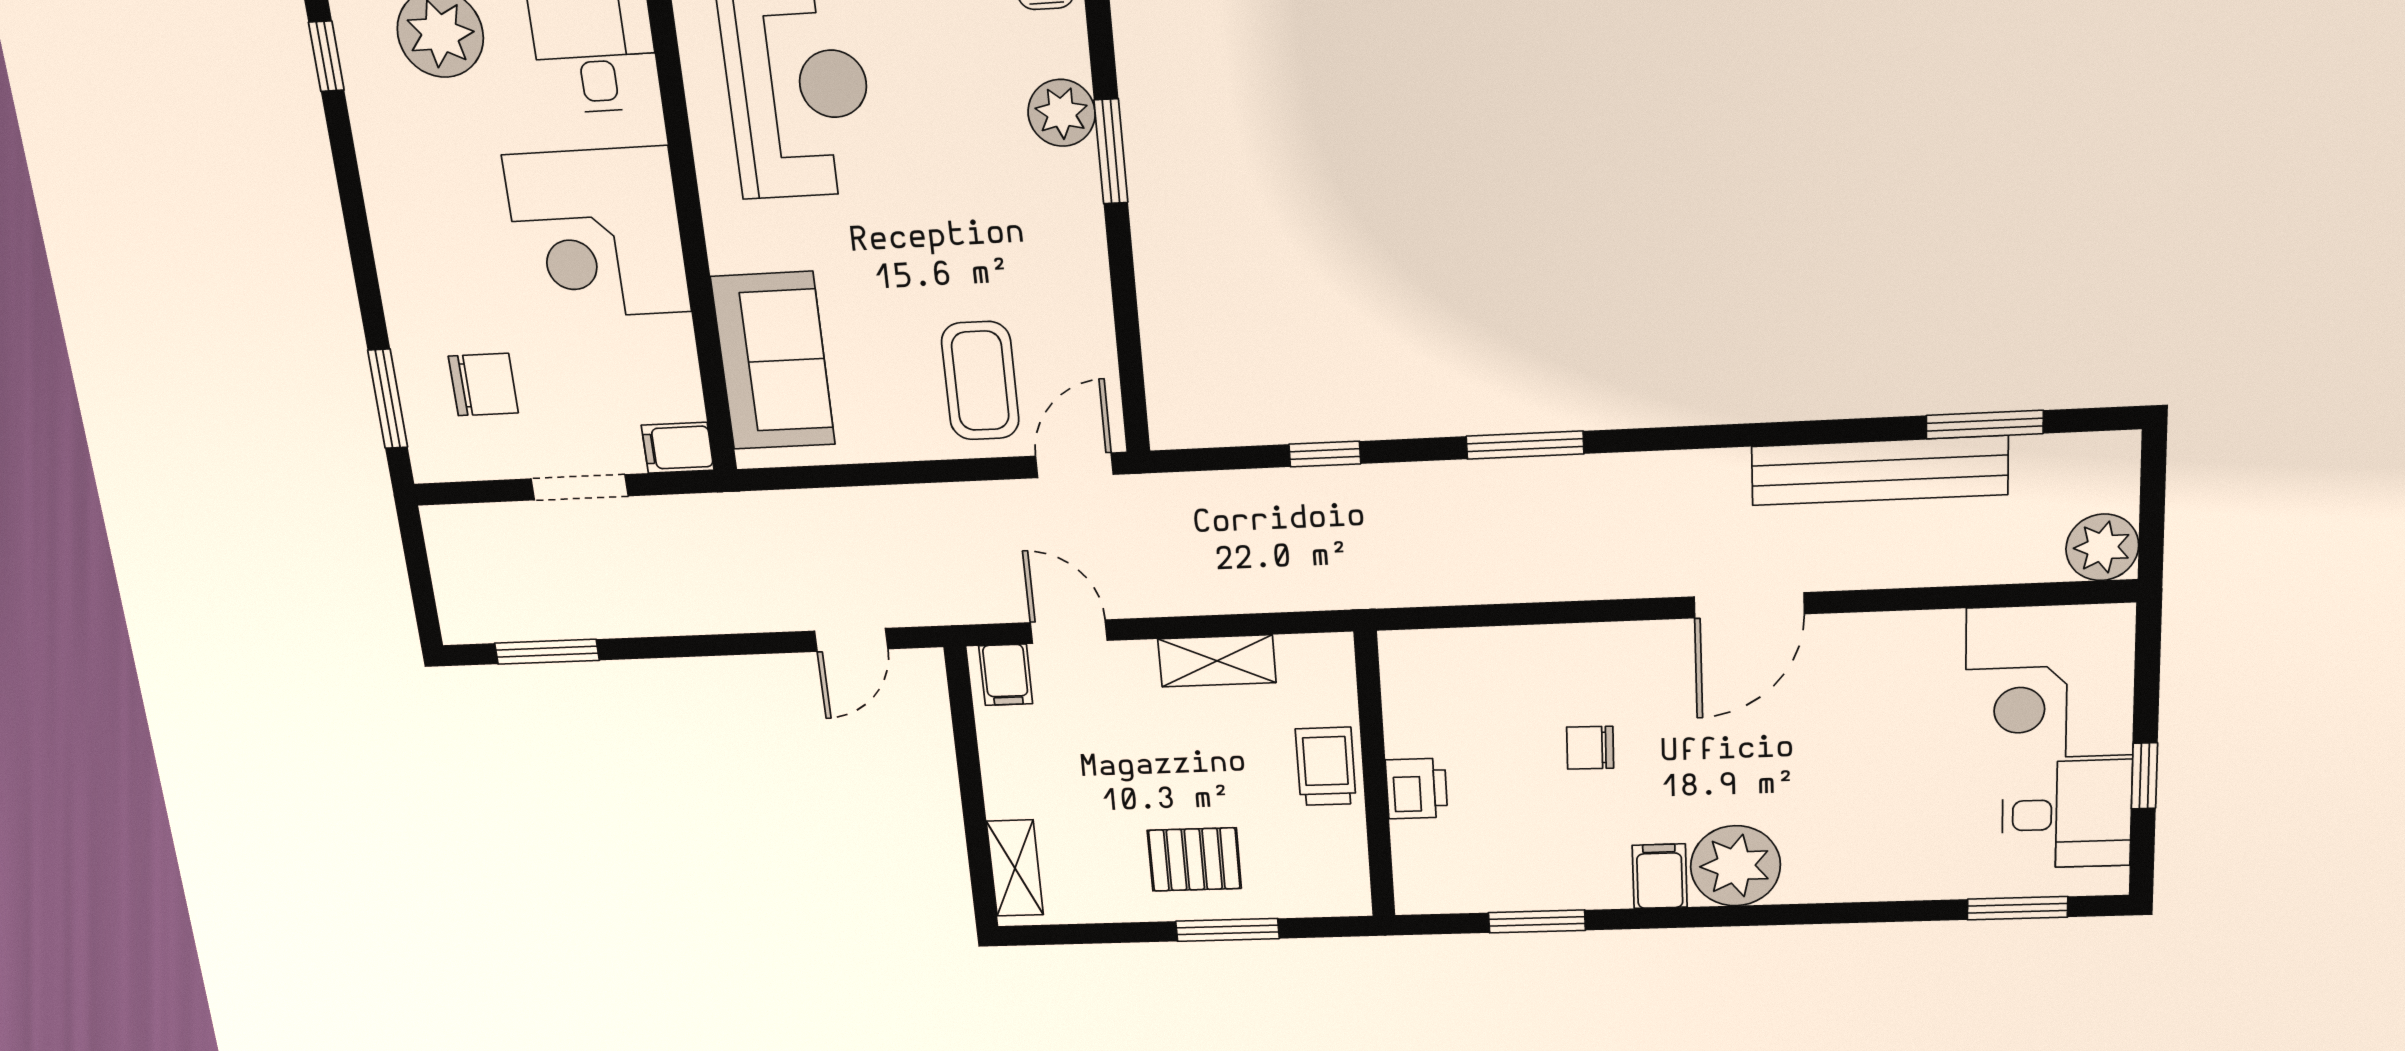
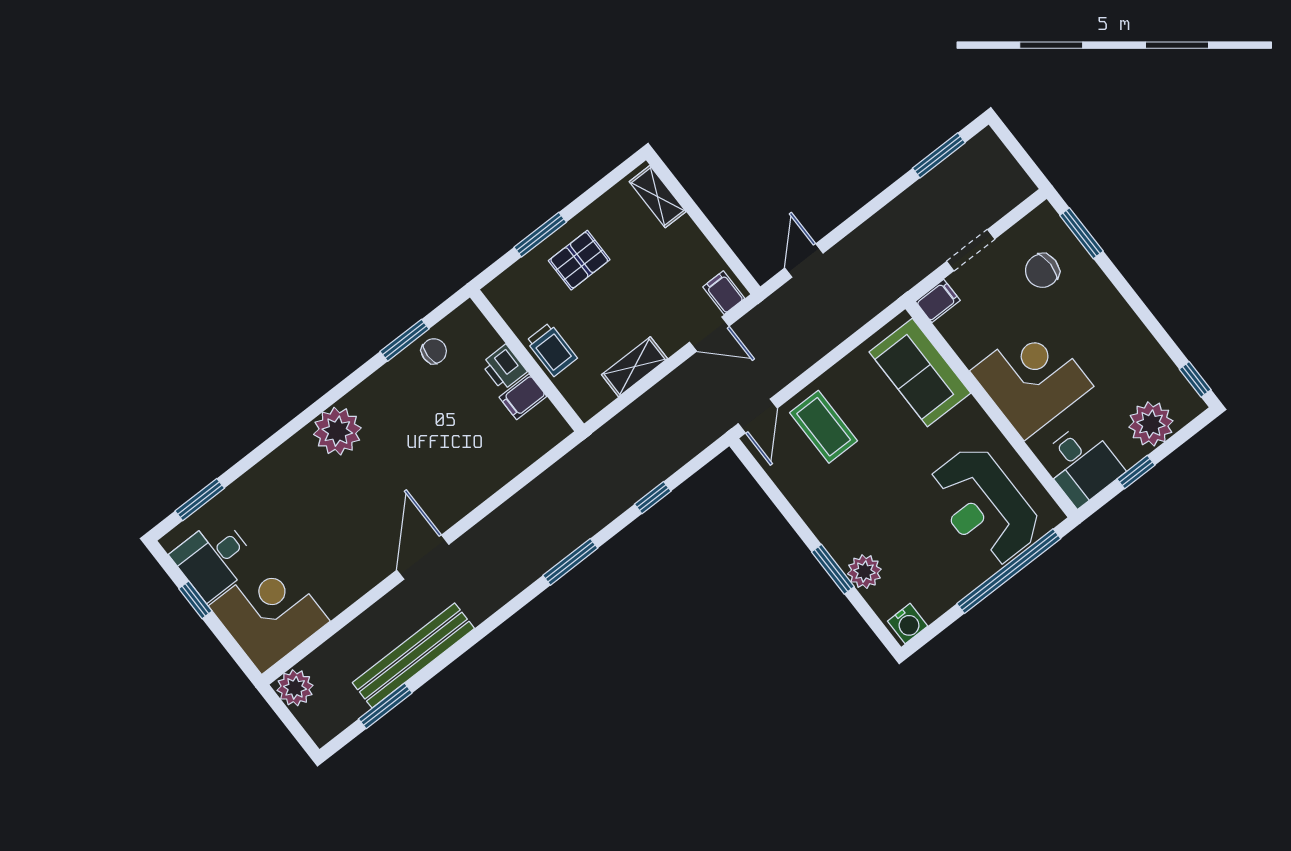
chair: (1590, 748) -> (434, 351), moved
filing cabinet: (1660, 876) -> (523, 397), moved, turned 90

